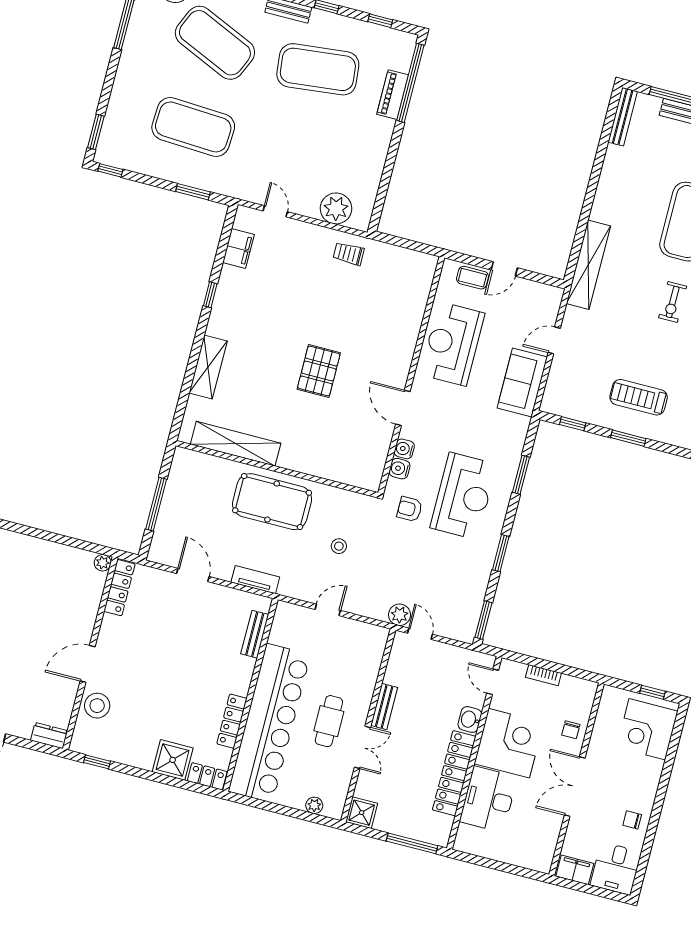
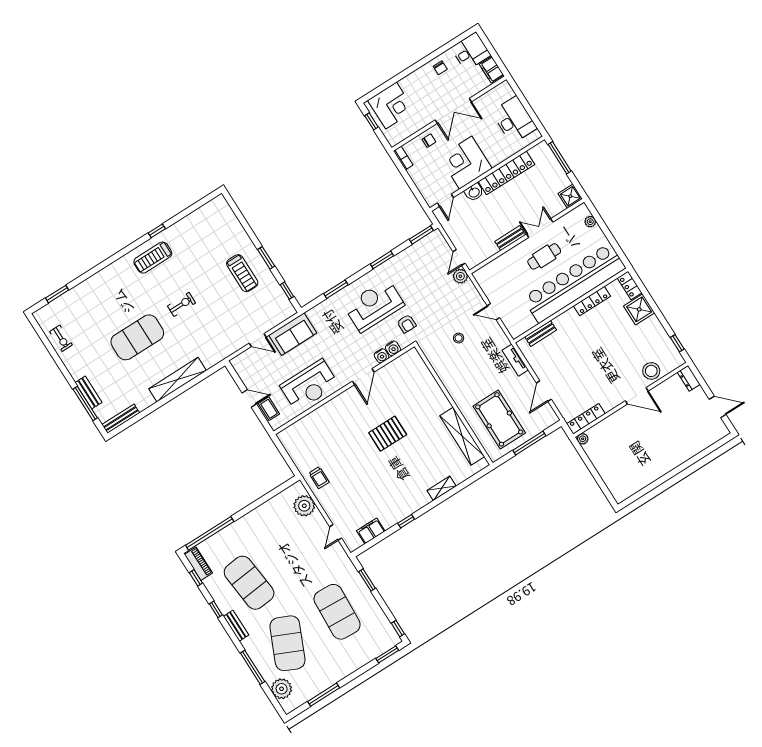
piano: (393, 95) -> (198, 564), moved, turned -90
shelving: (588, 265) -> (177, 380), moved
shelving: (208, 367) -> (442, 488), width x0.67, depth x0.75
pool table: (272, 502) -> (499, 419), moved
bookcase: (543, 675) -> (403, 158), moved
desk: (488, 799) -> (514, 120), moved, turned -90

